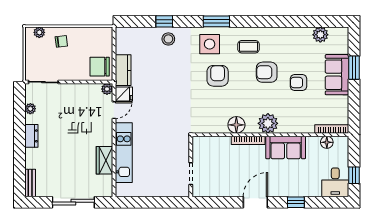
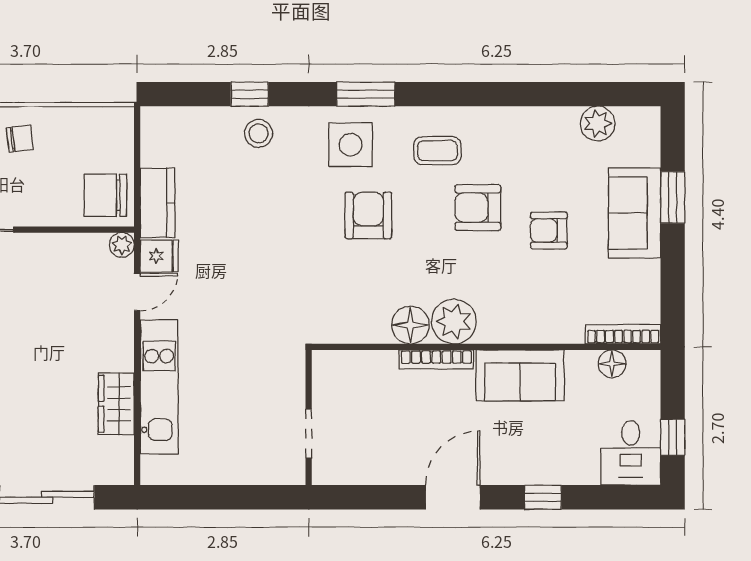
plant: (268, 123) -> (454, 321), moved

